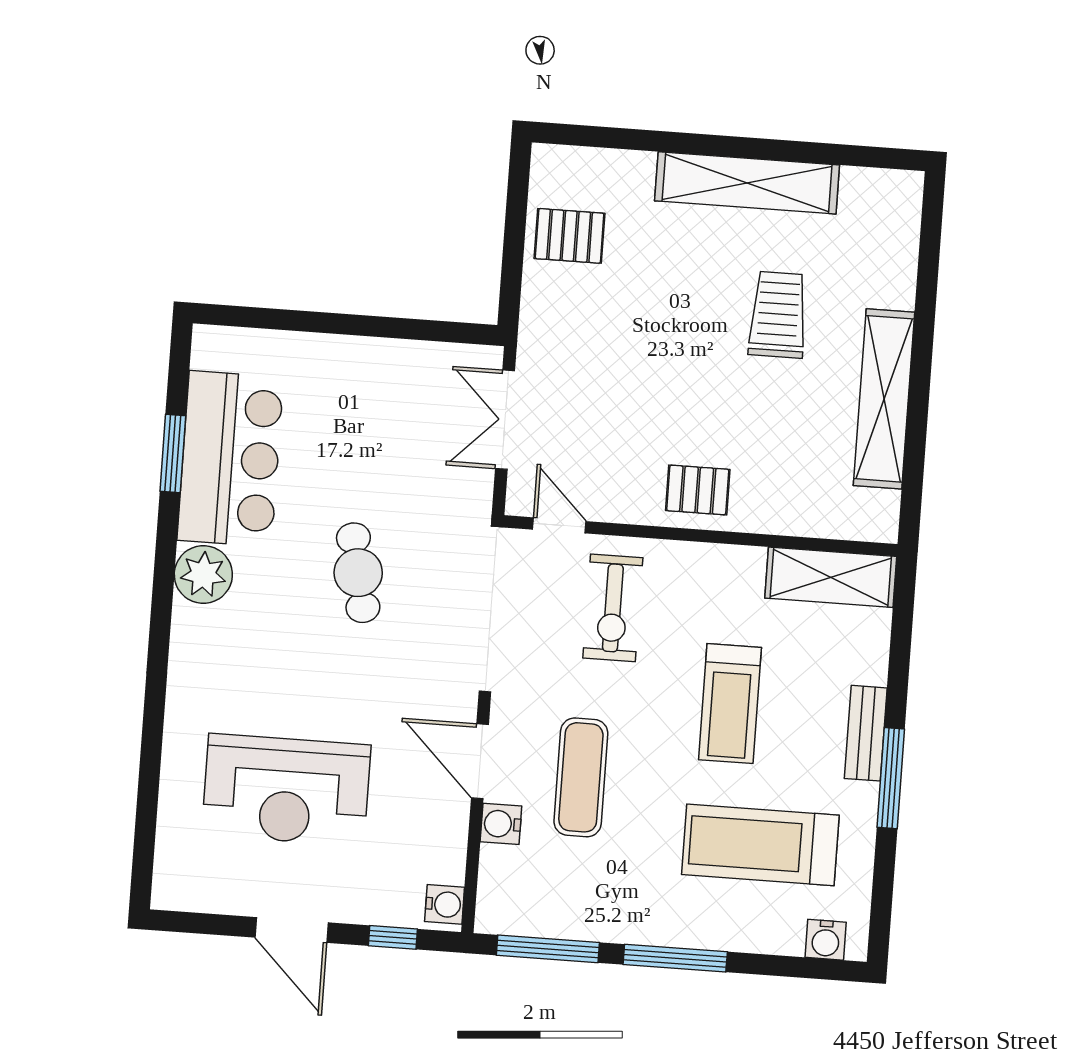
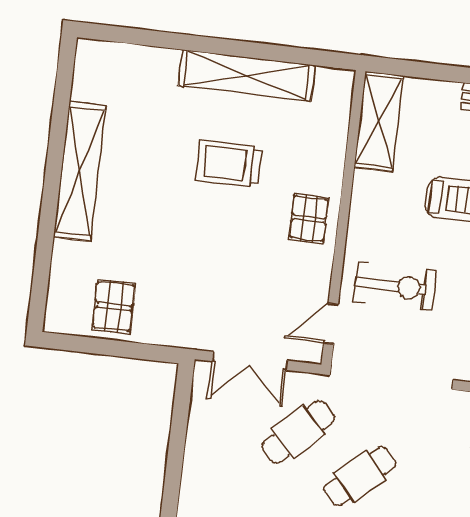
trolley: (778, 315) -> (229, 164), moved
cafe table: (413, 488) -> (298, 432), added
cafe table: (358, 573) -> (360, 476), turned -30

